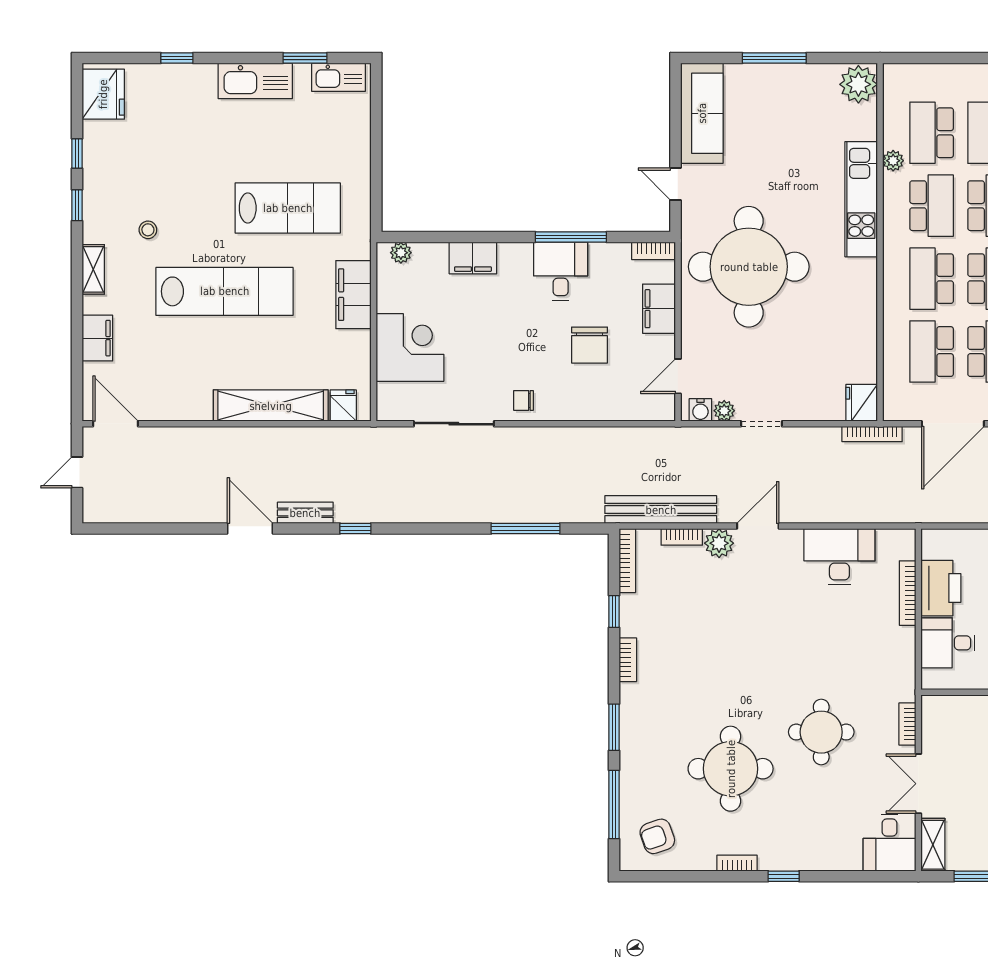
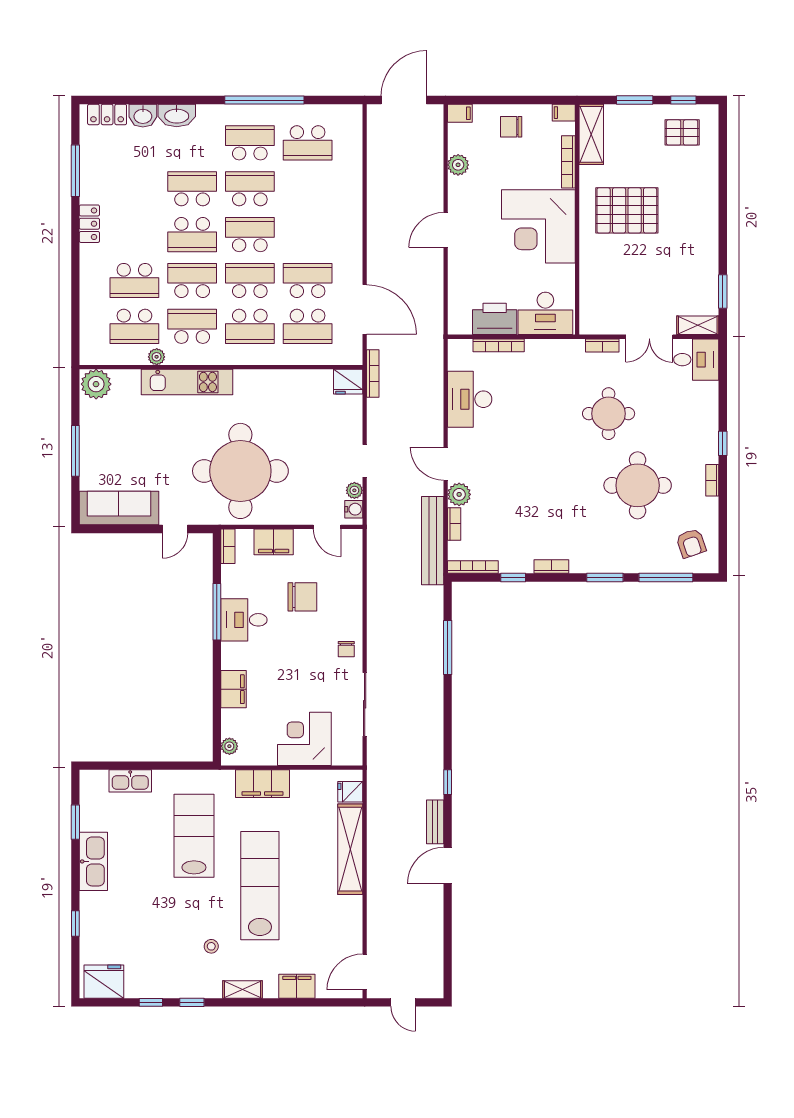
kitchen sink: (339, 77) -> (130, 781), moved, turned 90
desk: (948, 643) -> (545, 313), width x1.37

